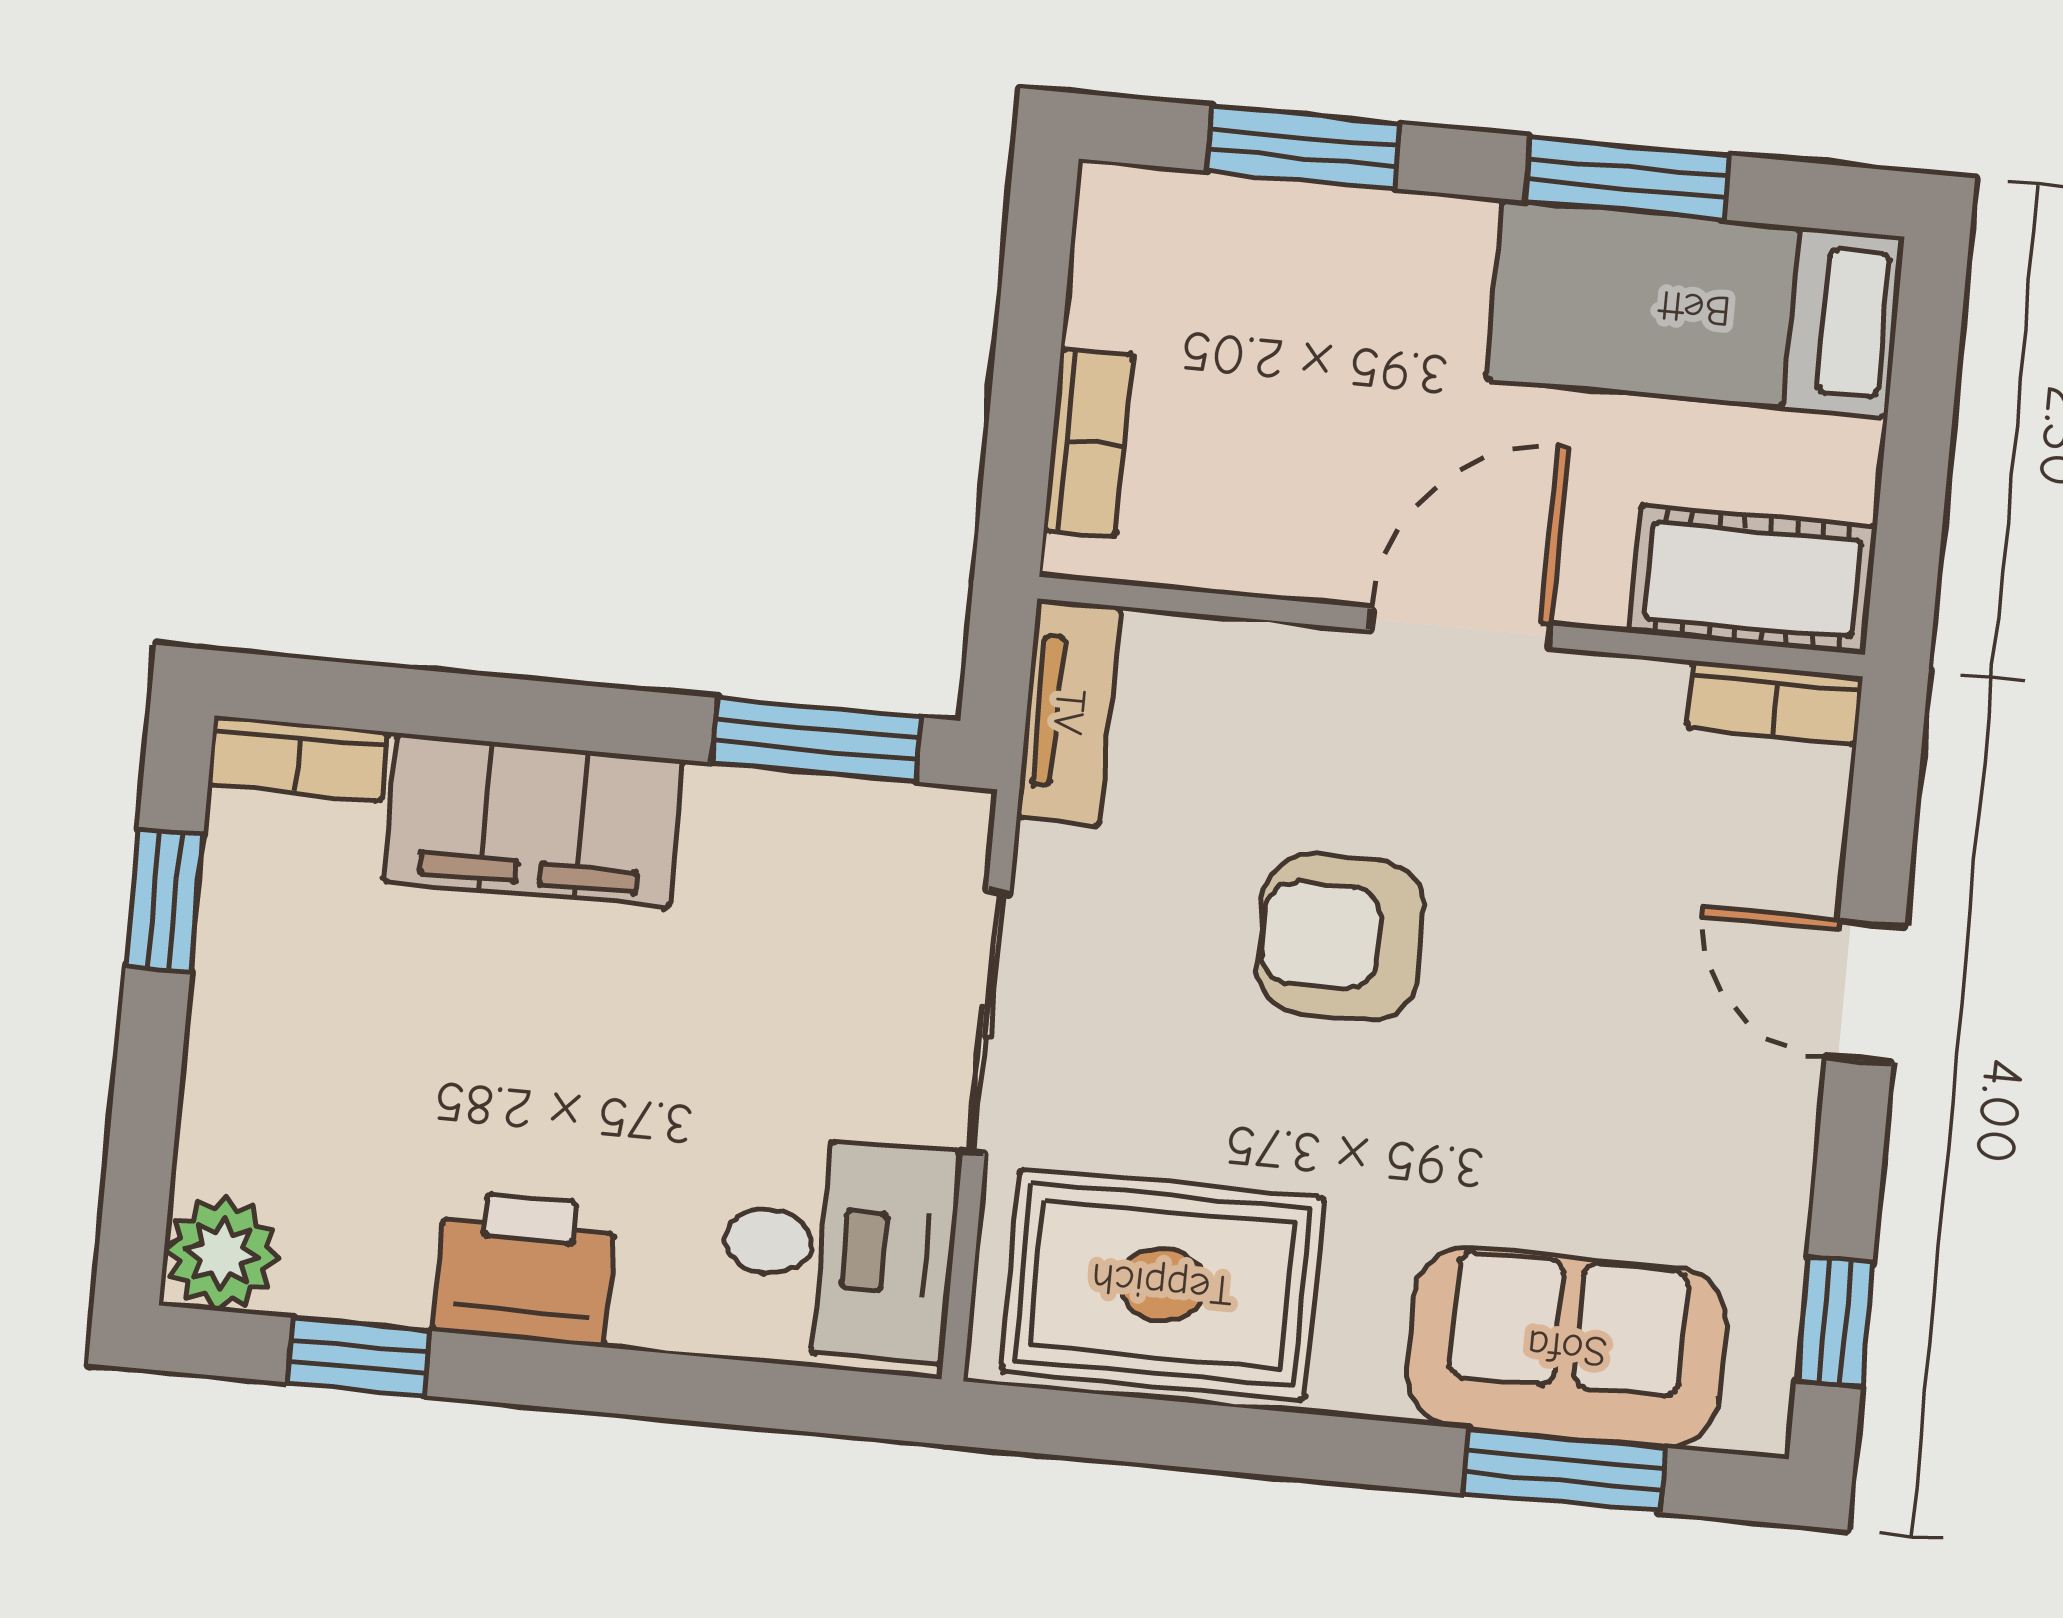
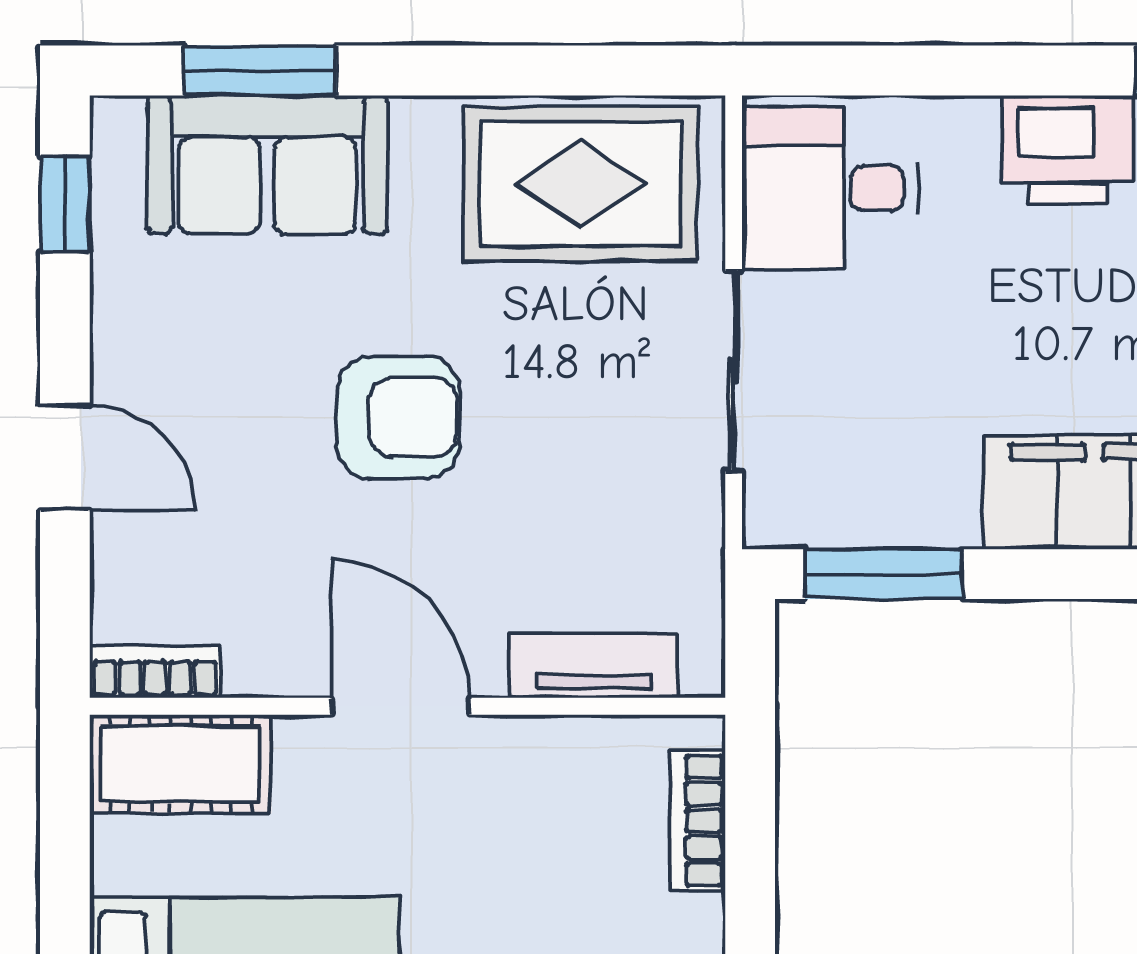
door: (1460, 628) -> (400, 706), swing flipped
tv unit: (1069, 712) -> (594, 666), moved, turned 90
armchair: (1340, 937) -> (398, 417), moved

